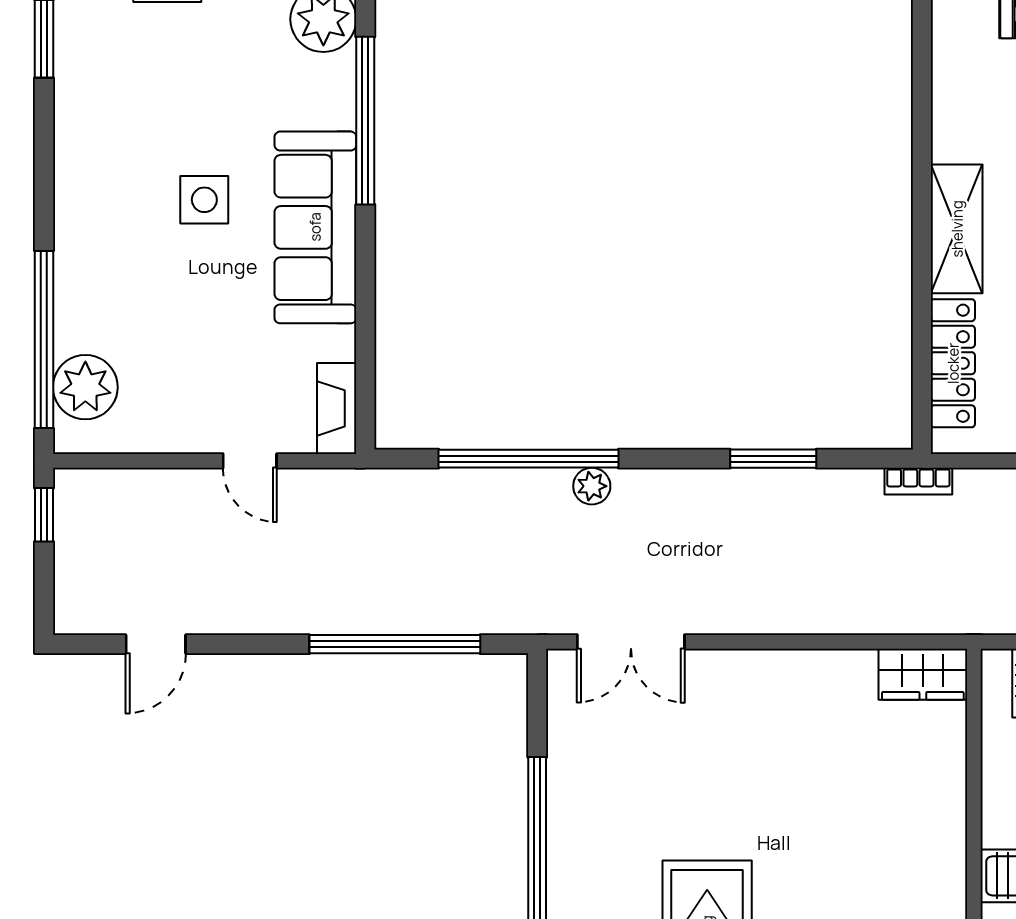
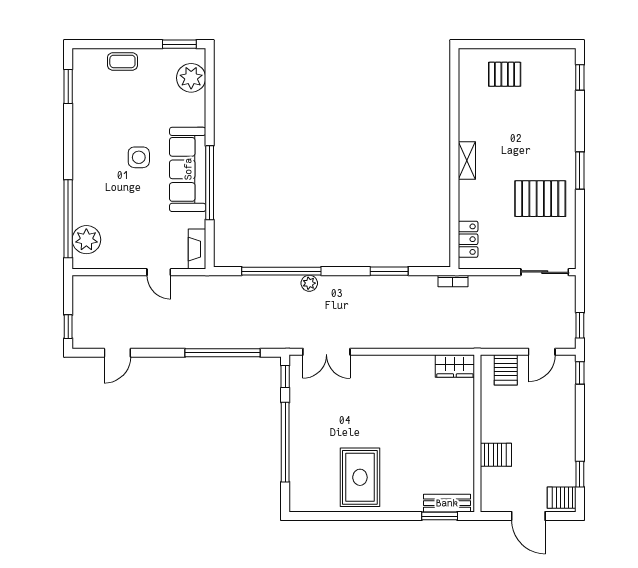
window: (365, 121) -> (210, 183), moved
shelving: (957, 229) -> (467, 161), width x0.67, depth x0.75
locker: (953, 363) -> (468, 239), width x0.66
window: (44, 515) -> (68, 327), moved
window: (537, 698) -> (285, 377), added

